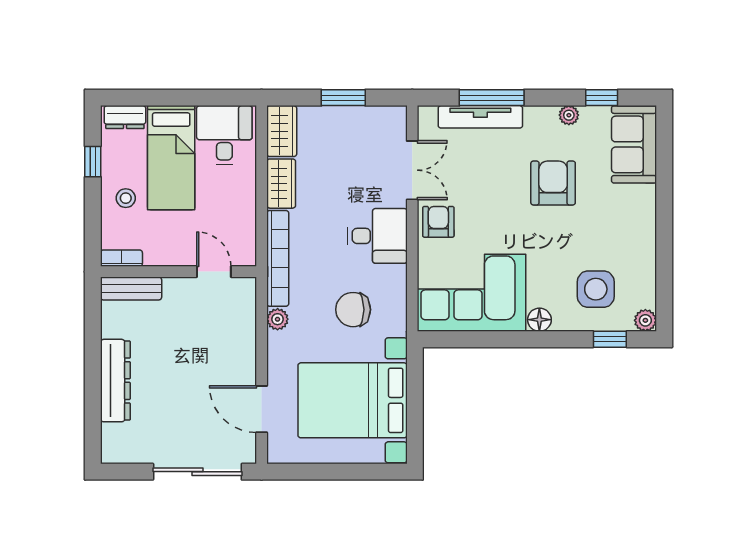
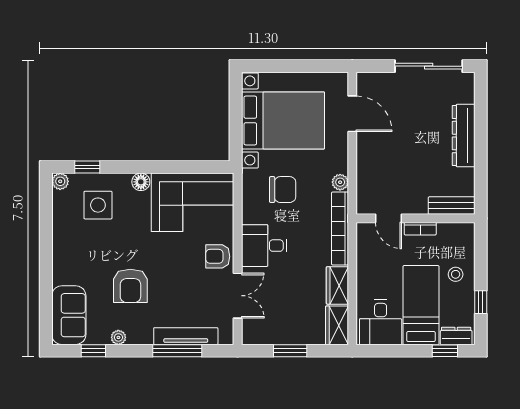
window: (140, 98) -> (445, 351), added
double door: (412, 170) -> (238, 296), swing flipped
armchair: (438, 222) -> (218, 256), turned 90
bookcase: (121, 258) -> (420, 229), moved
sliding door: (197, 472) -> (429, 66), moved

